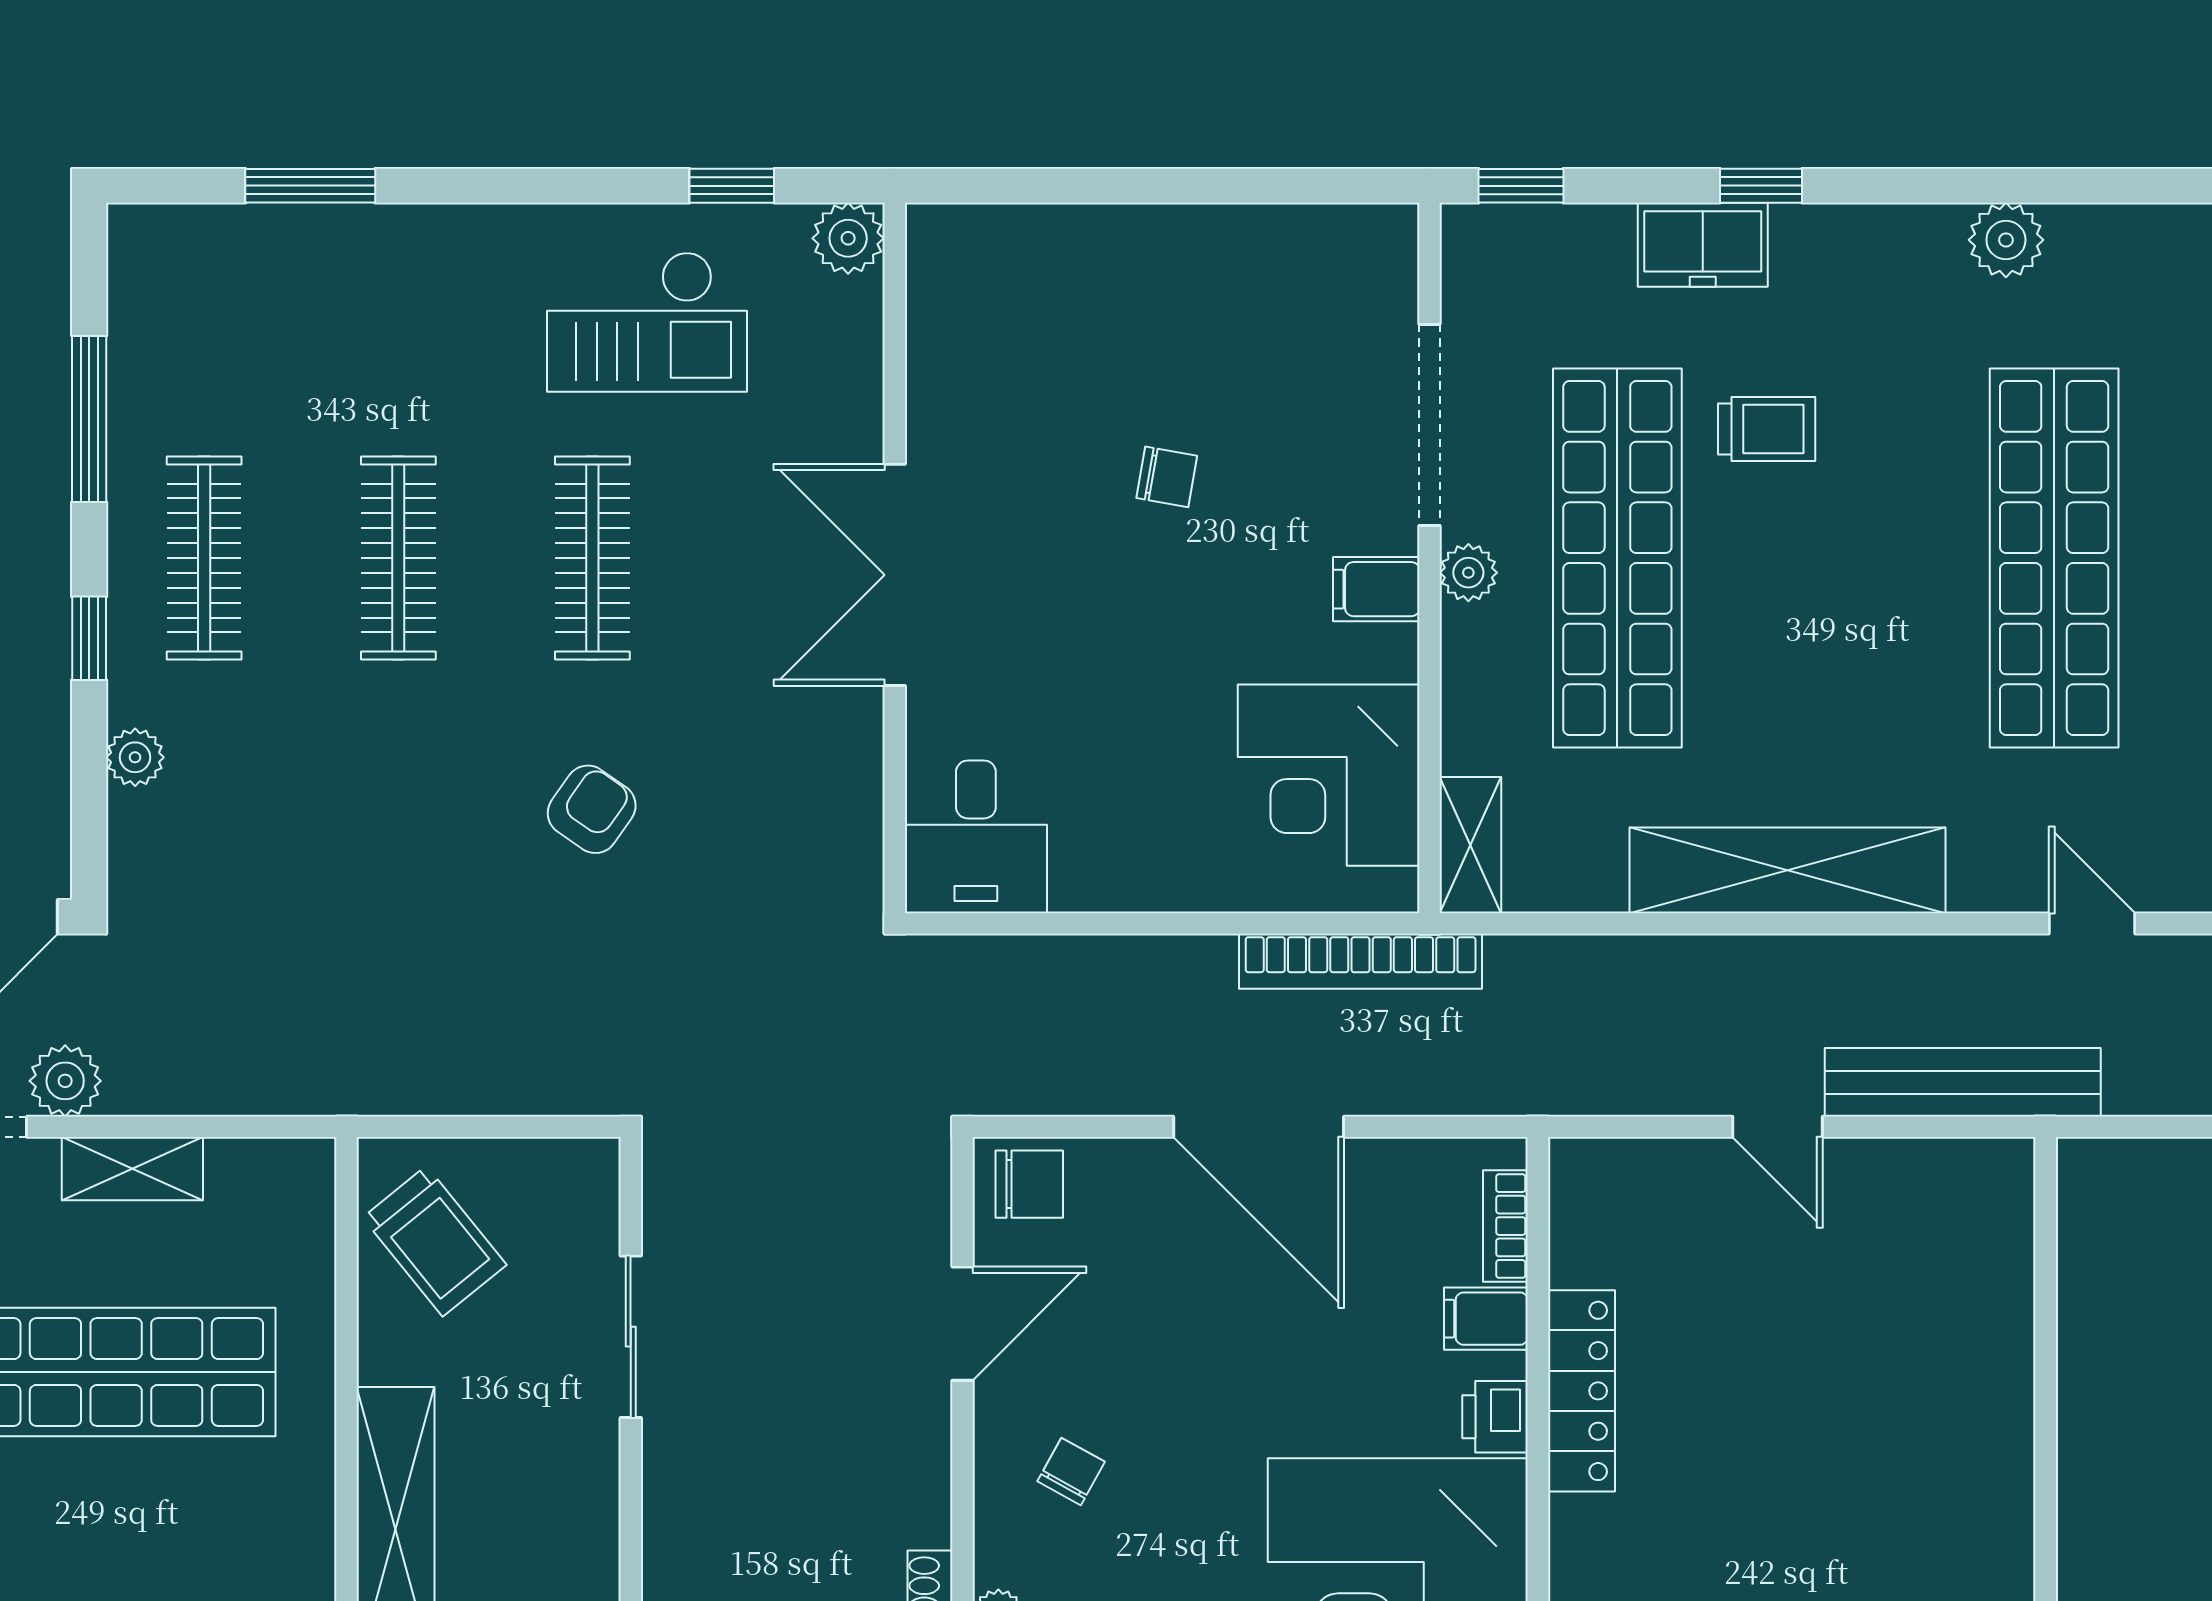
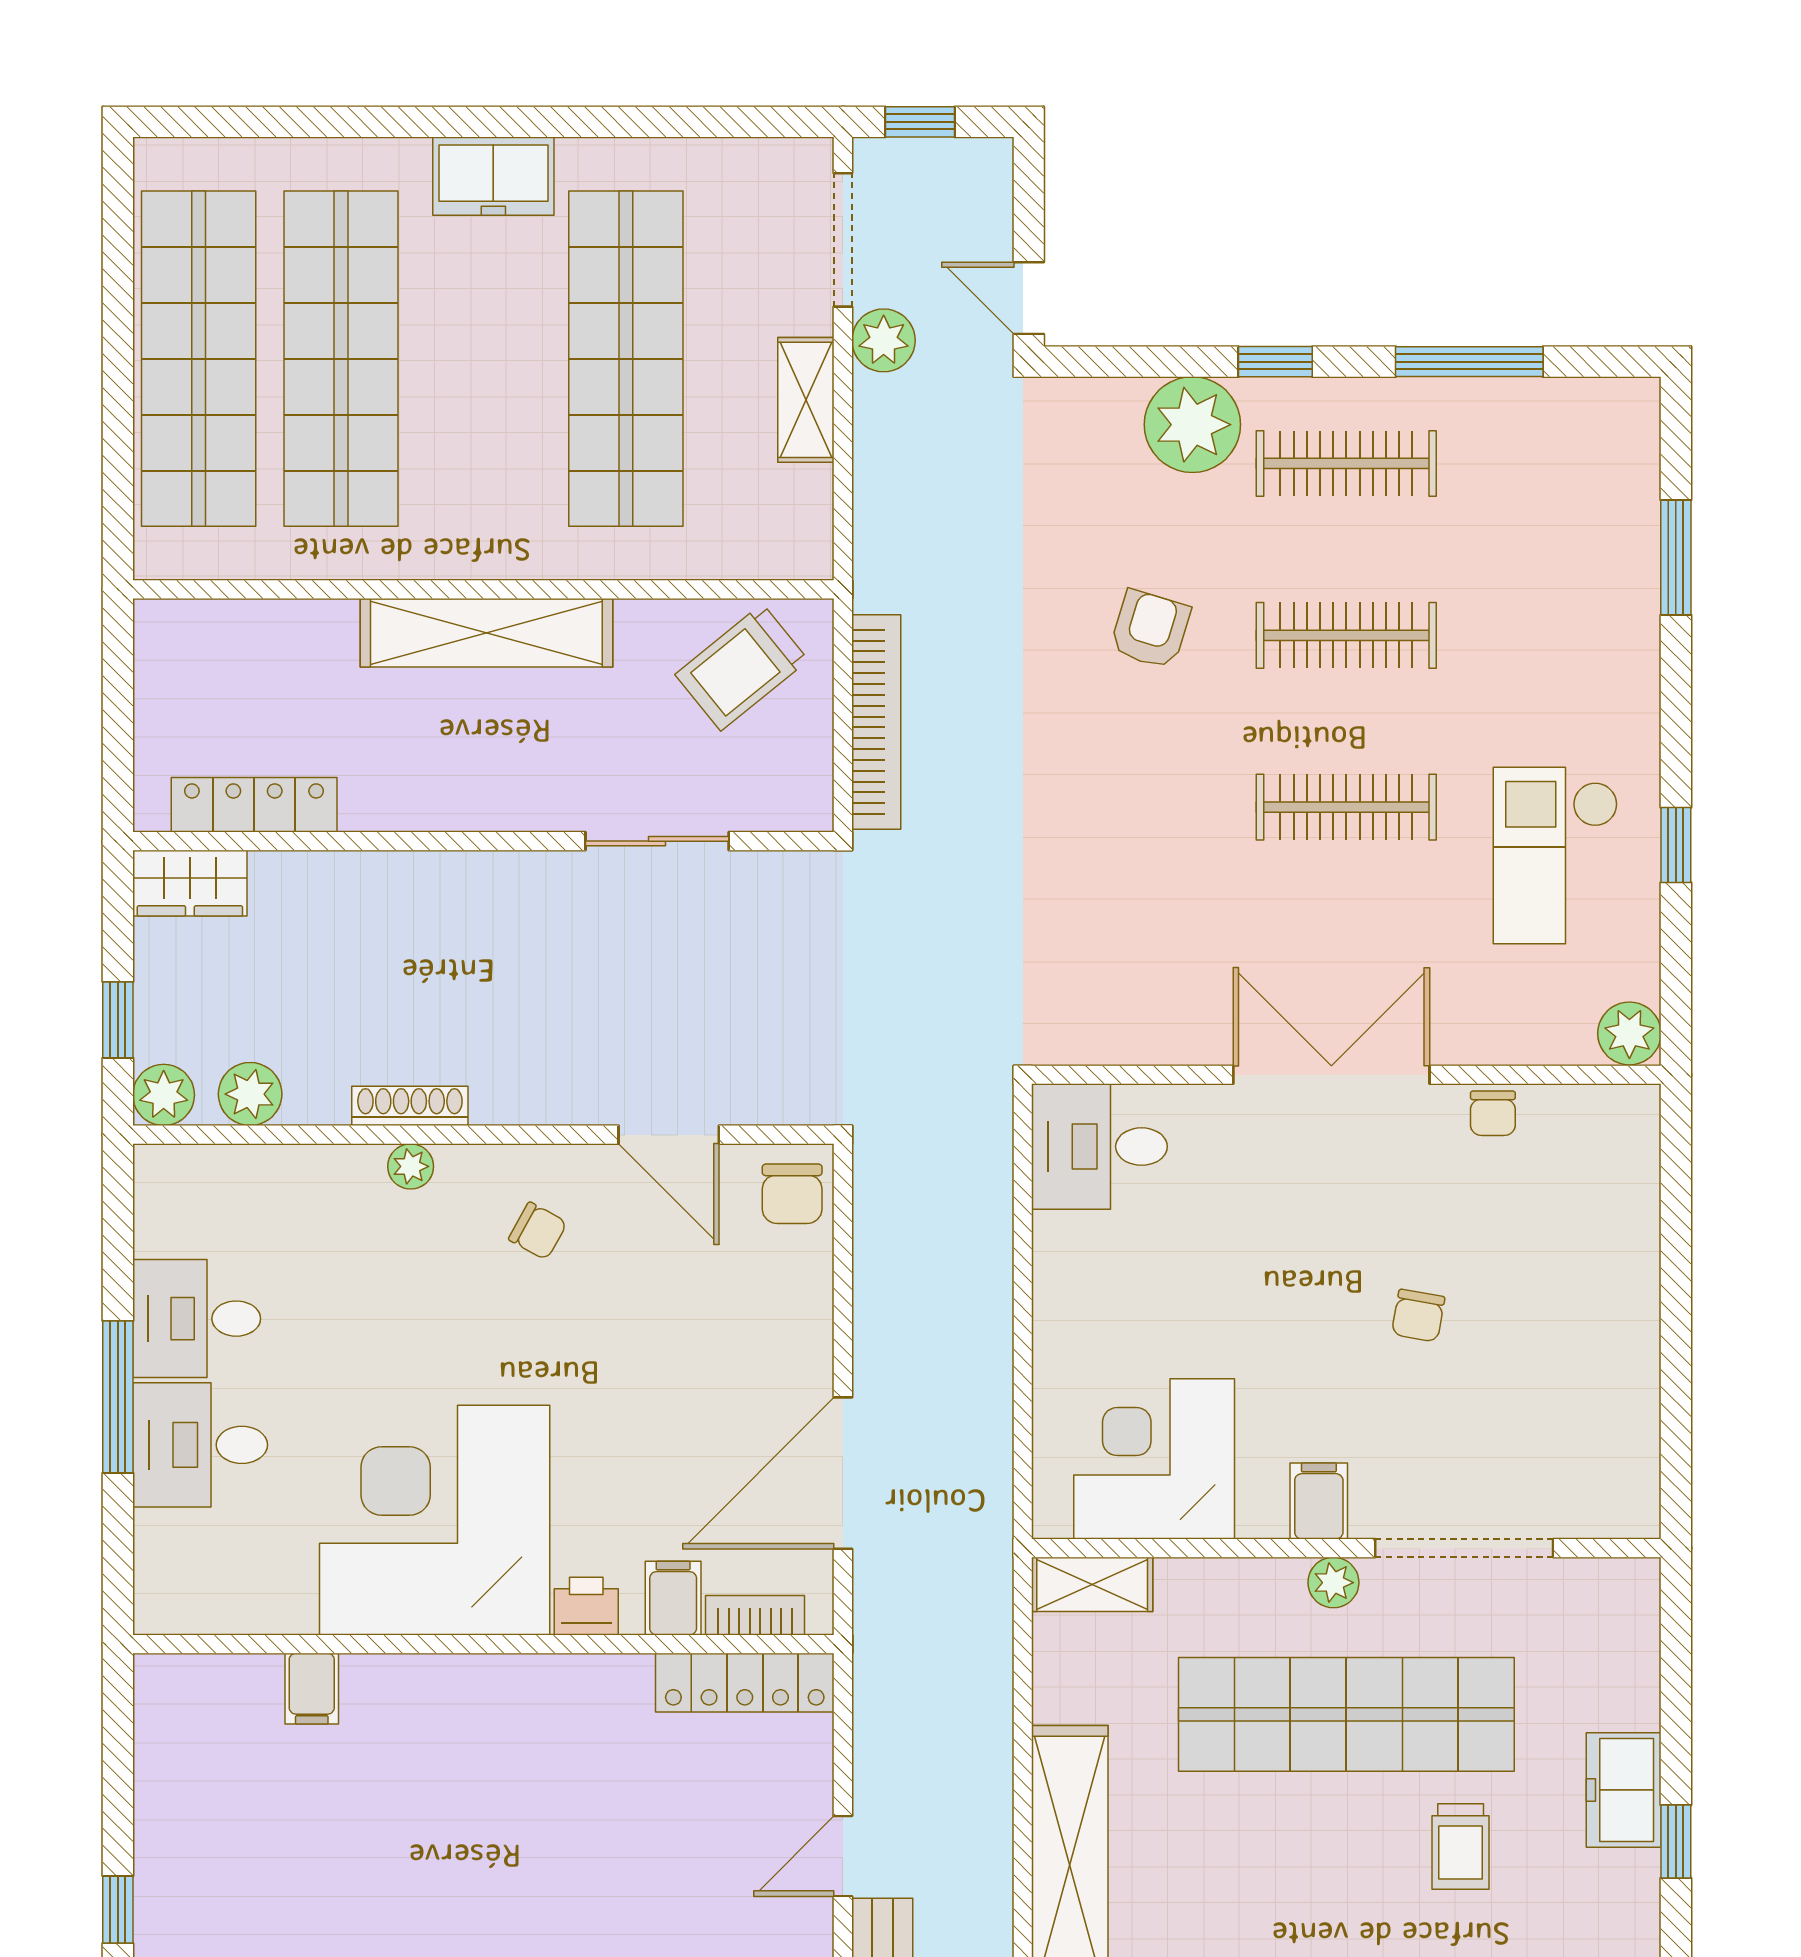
window: (732, 186) -> (1676, 845), moved
window: (1521, 186) -> (1676, 1629), removed
chair: (938, 392) -> (1493, 1113), added
plant: (135, 757) -> (1192, 425), width x1.88, depth x1.88
armchair: (592, 809) -> (1150, 629), moved, turned -108
bookcase: (1361, 961) -> (876, 722), moved, turned 180
door: (1259, 1127) -> (843, 1473), moved
locker: (1581, 1391) -> (745, 1683), moved

